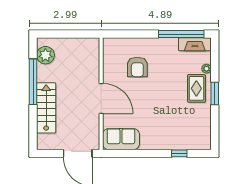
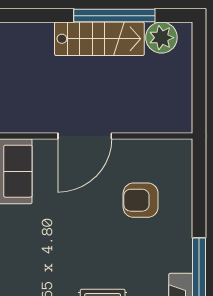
stairs: (46, 108) -> (99, 39), moved

